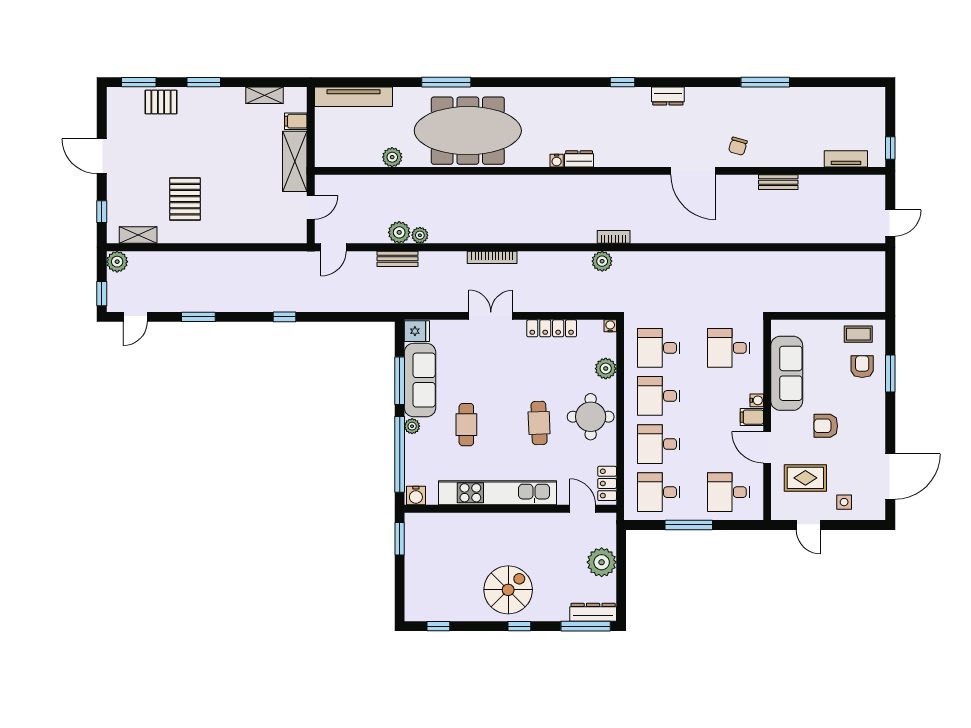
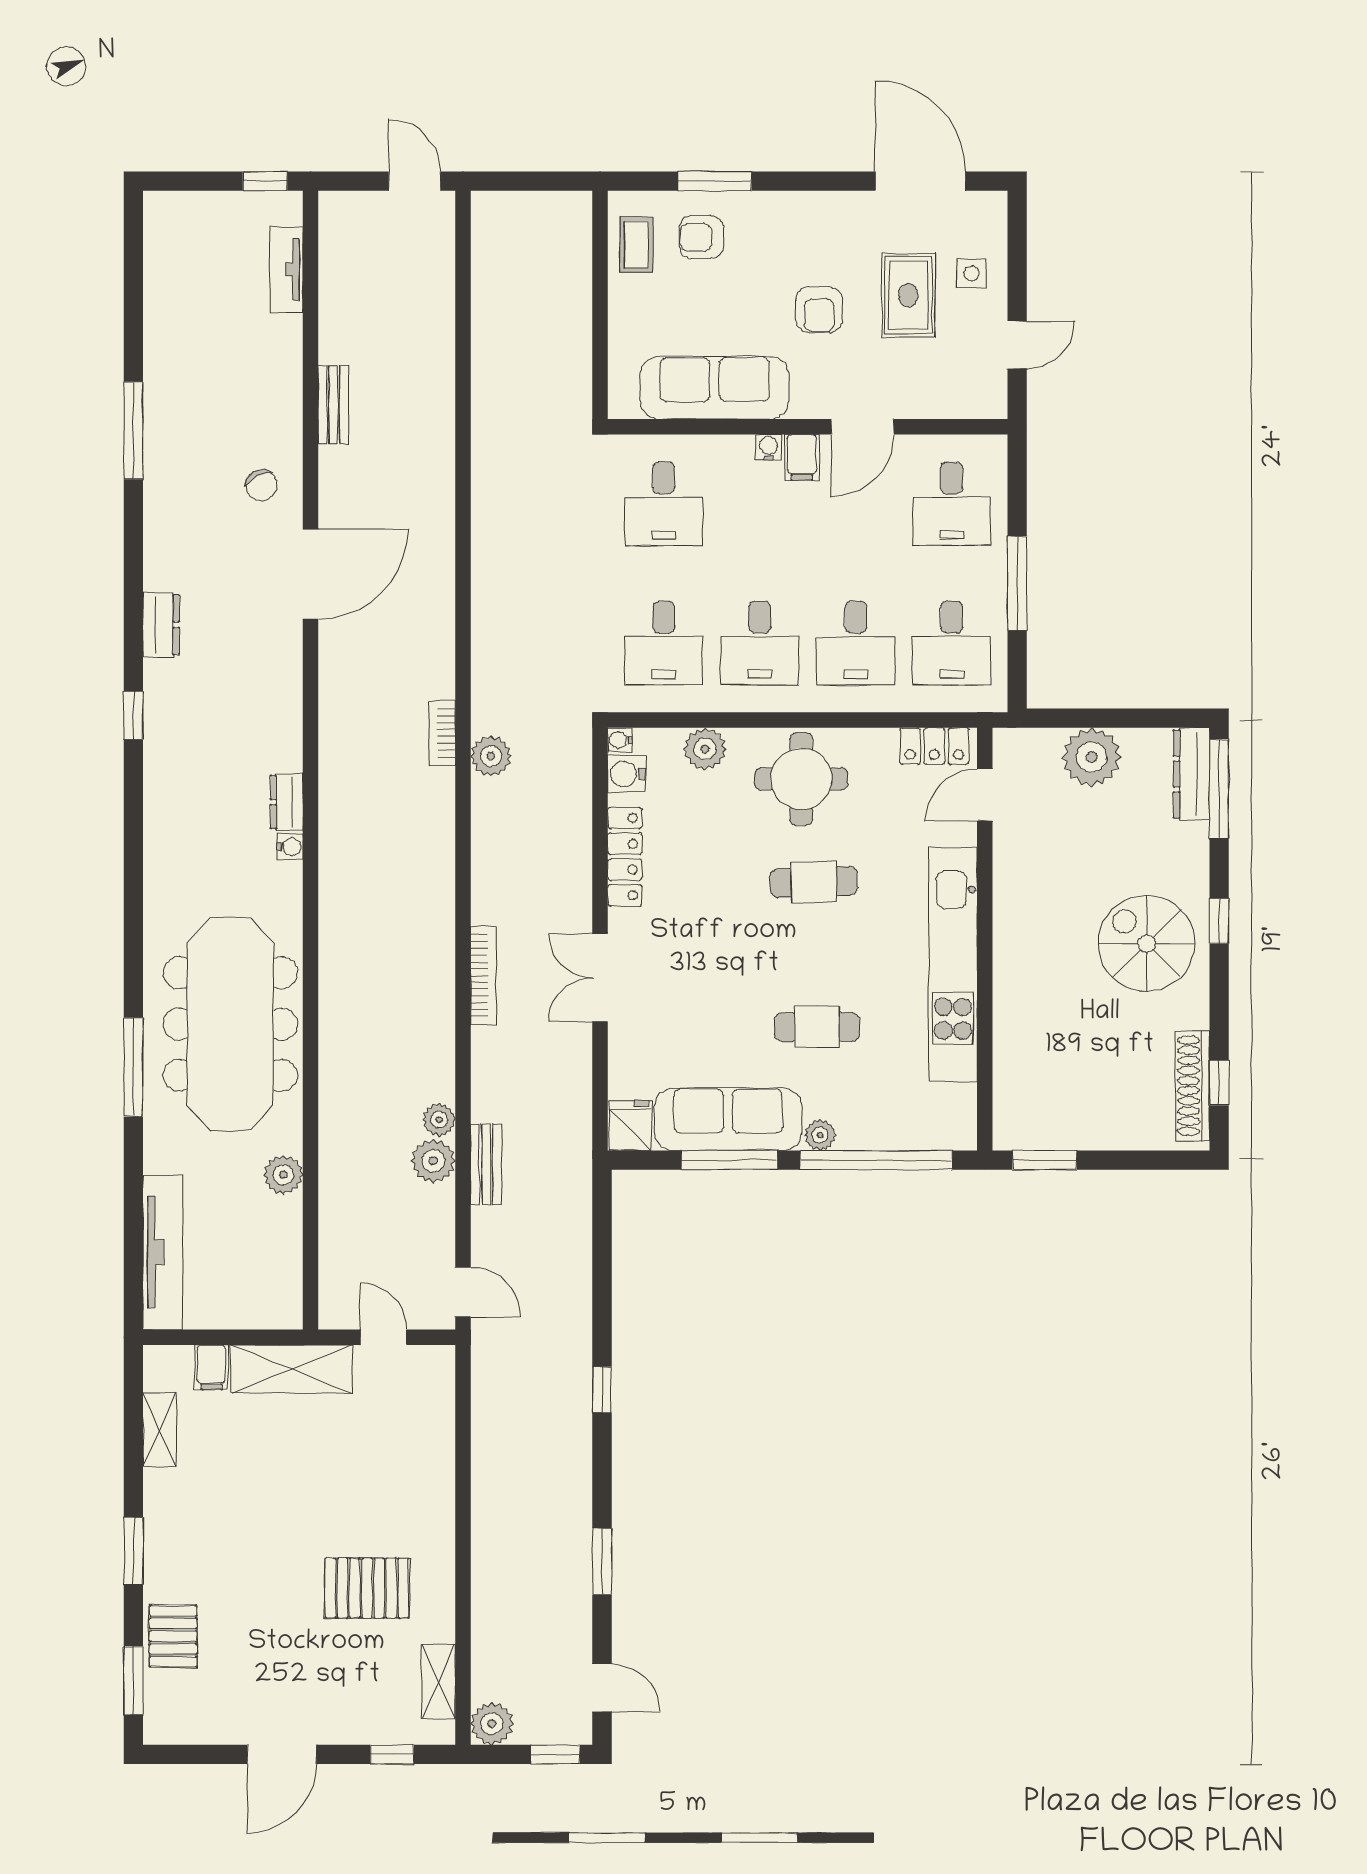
chair: (738, 146) -> (261, 485), turned 47
rug: (805, 478) -> (908, 295), moved
water cooler: (416, 496) -> (626, 774), moved, turned 180
shoe rack: (437, 613) -> (1193, 1086), added

